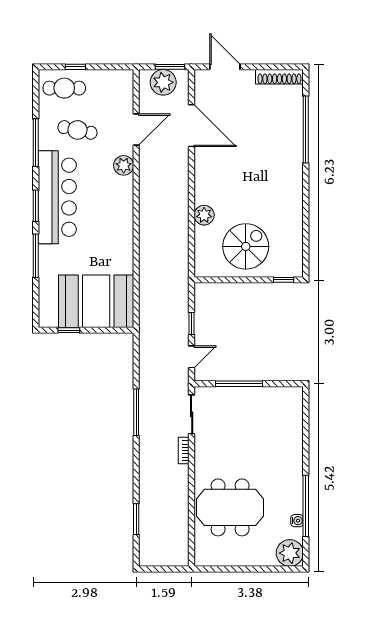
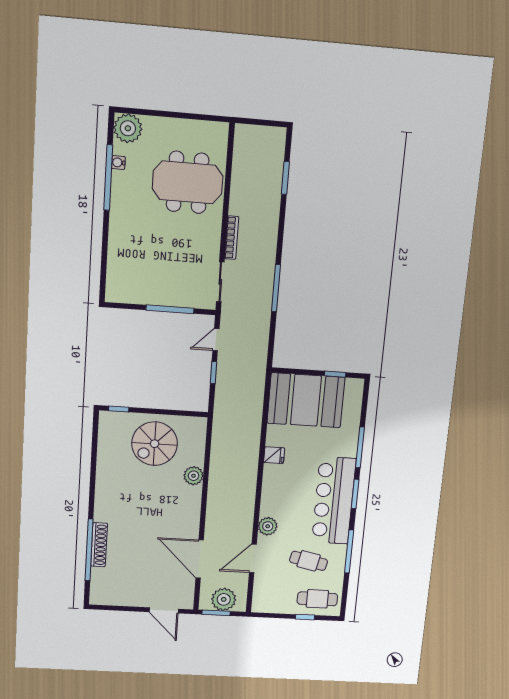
shoe rack: (279, 77) -> (99, 545), moved, turned 90
fridge: (123, 242) -> (274, 455), added
bookcase: (184, 451) -> (232, 238), width x1.56

